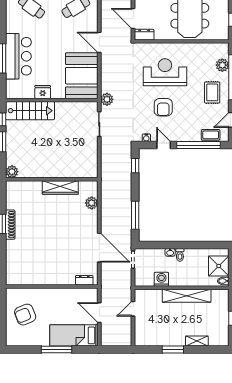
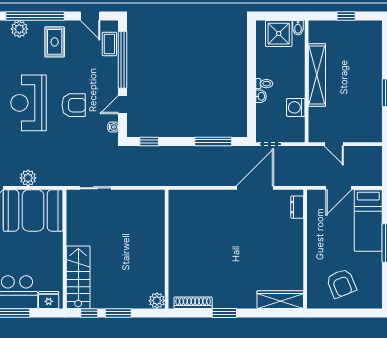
fridge: (43, 92) -> (49, 300), moved, turned 90
rug: (212, 92) -> (55, 42), turned 90
plant: (107, 99) -> (28, 178), moved
wardrobe: (60, 187) -> (280, 300), moved, turned -90
plant: (92, 203) -> (197, 198), removed
shoe rack: (10, 225) -> (193, 303), moved
shelving: (197, 341) -> (376, 62), removed

